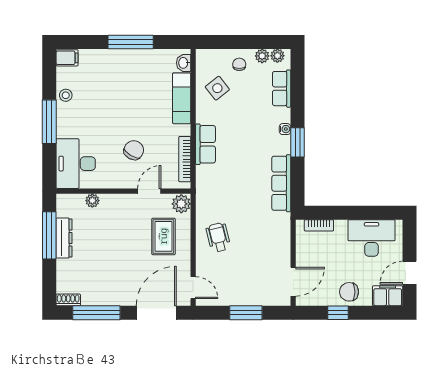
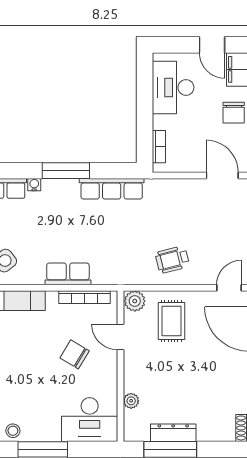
water cooler: (285, 129) -> (34, 185), moved
window: (297, 142) -> (66, 171), width x1.44
rug: (163, 236) -> (171, 321), turned 90

